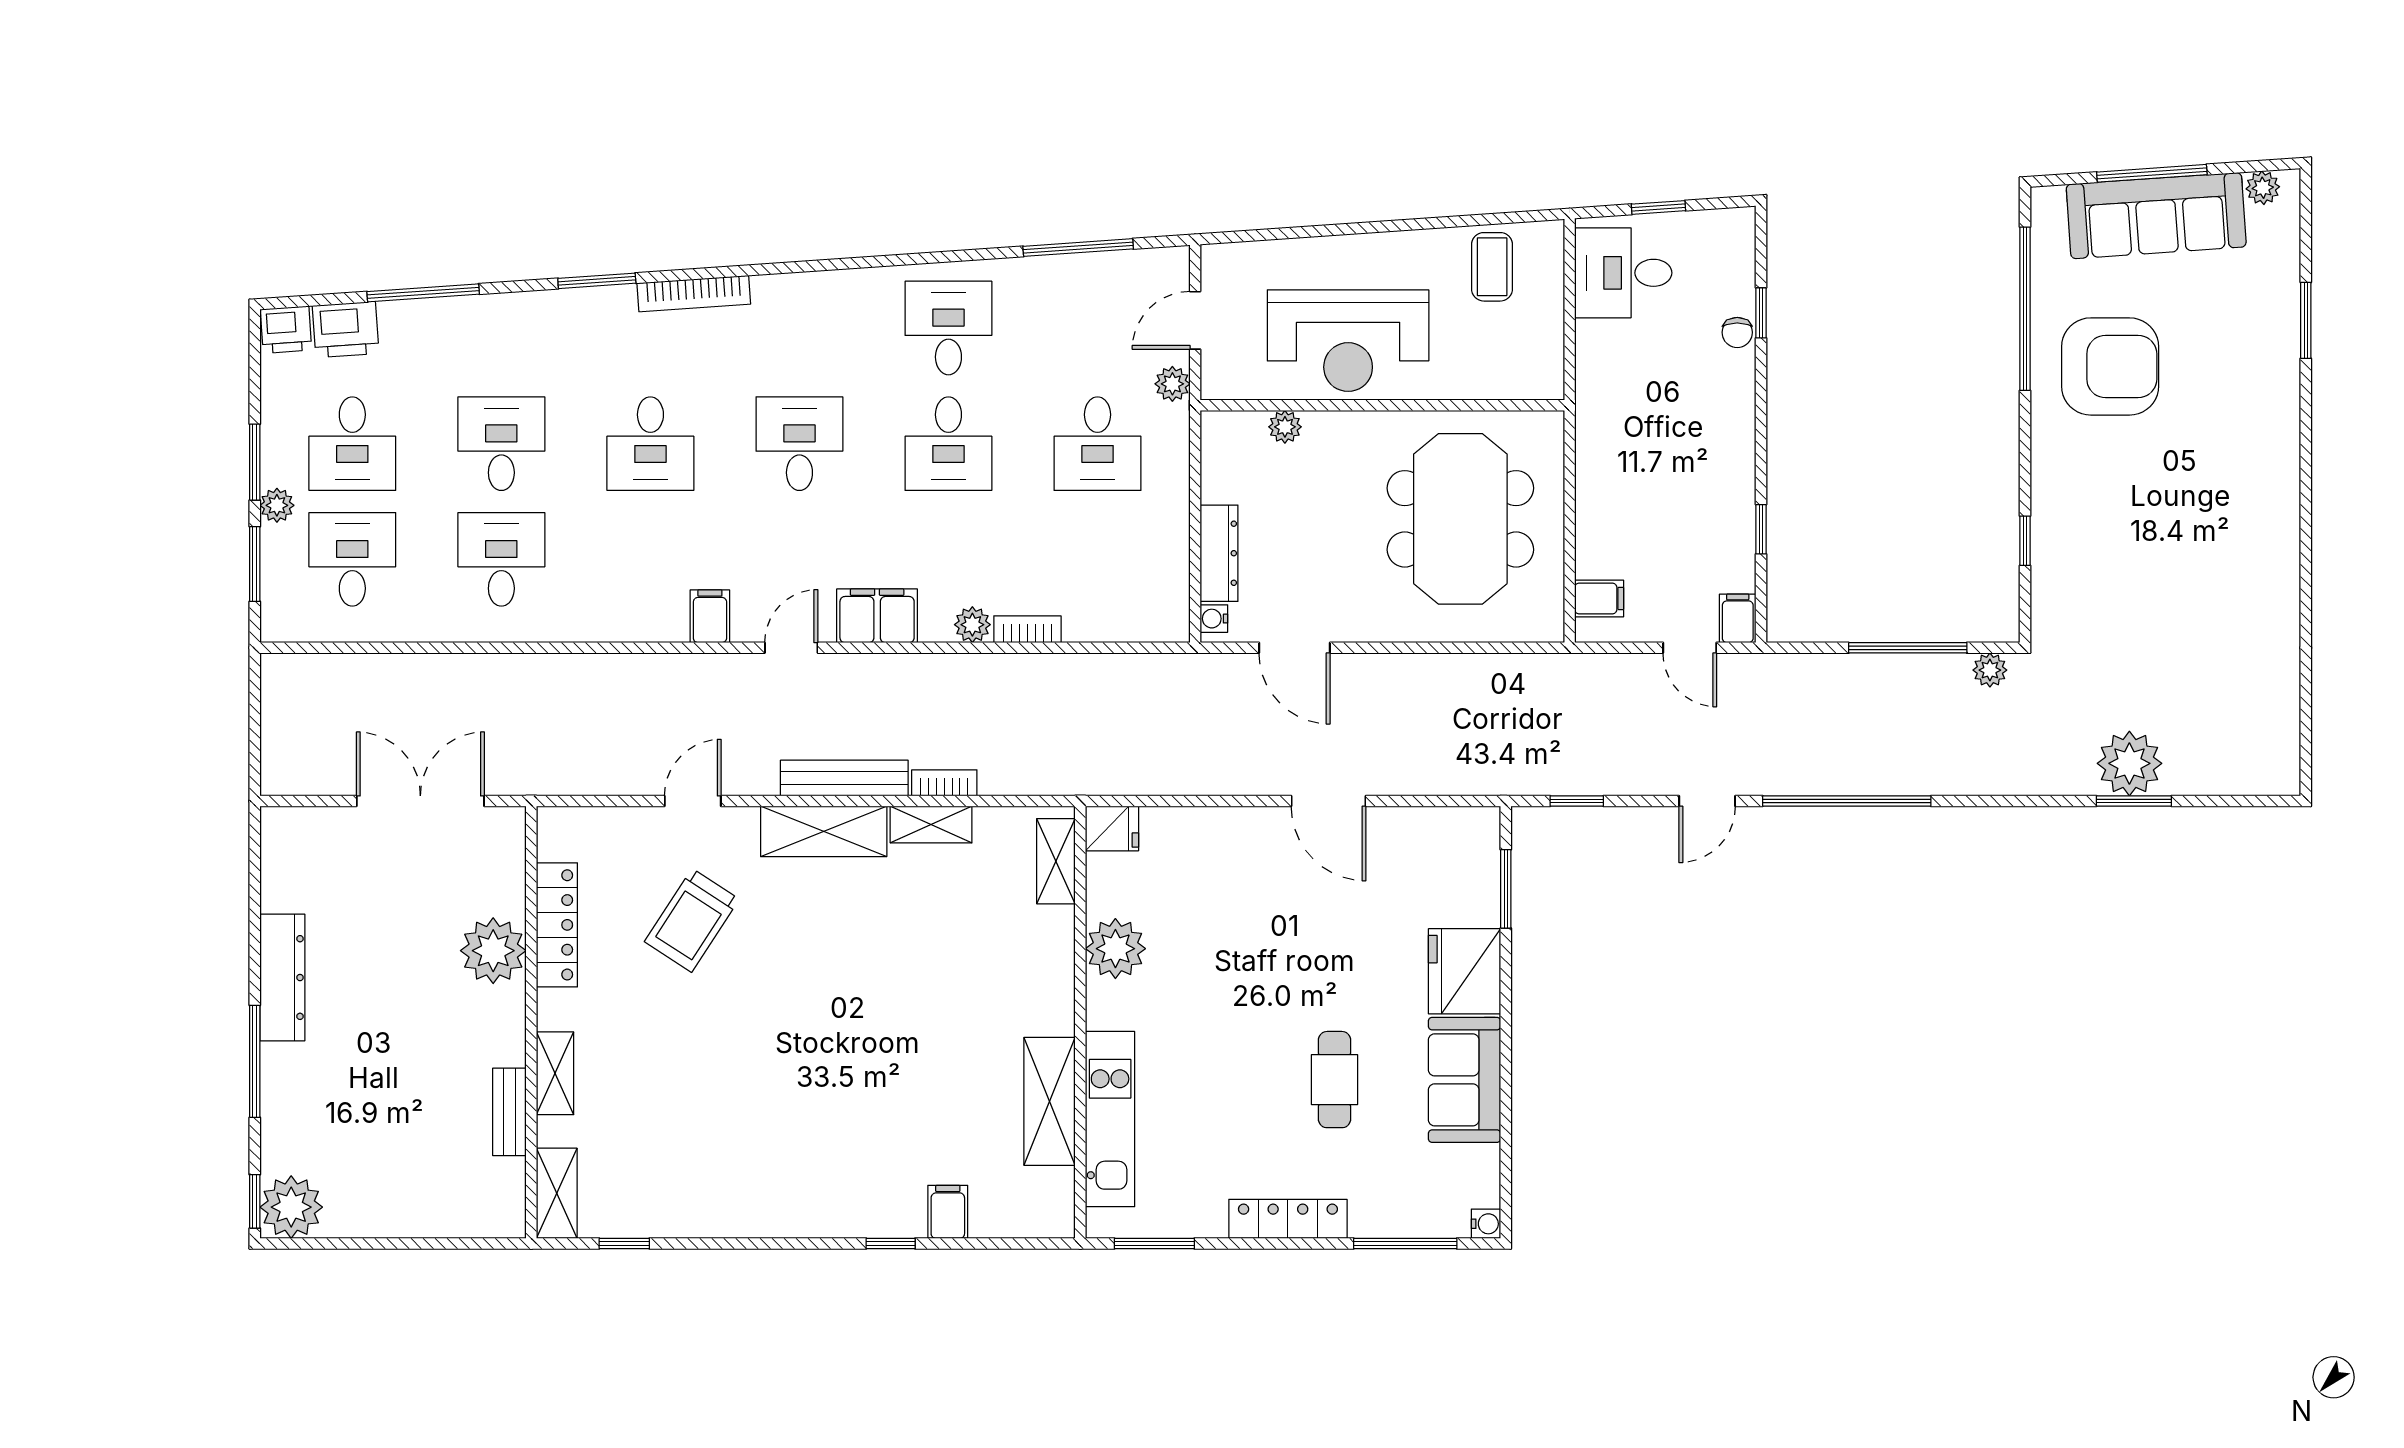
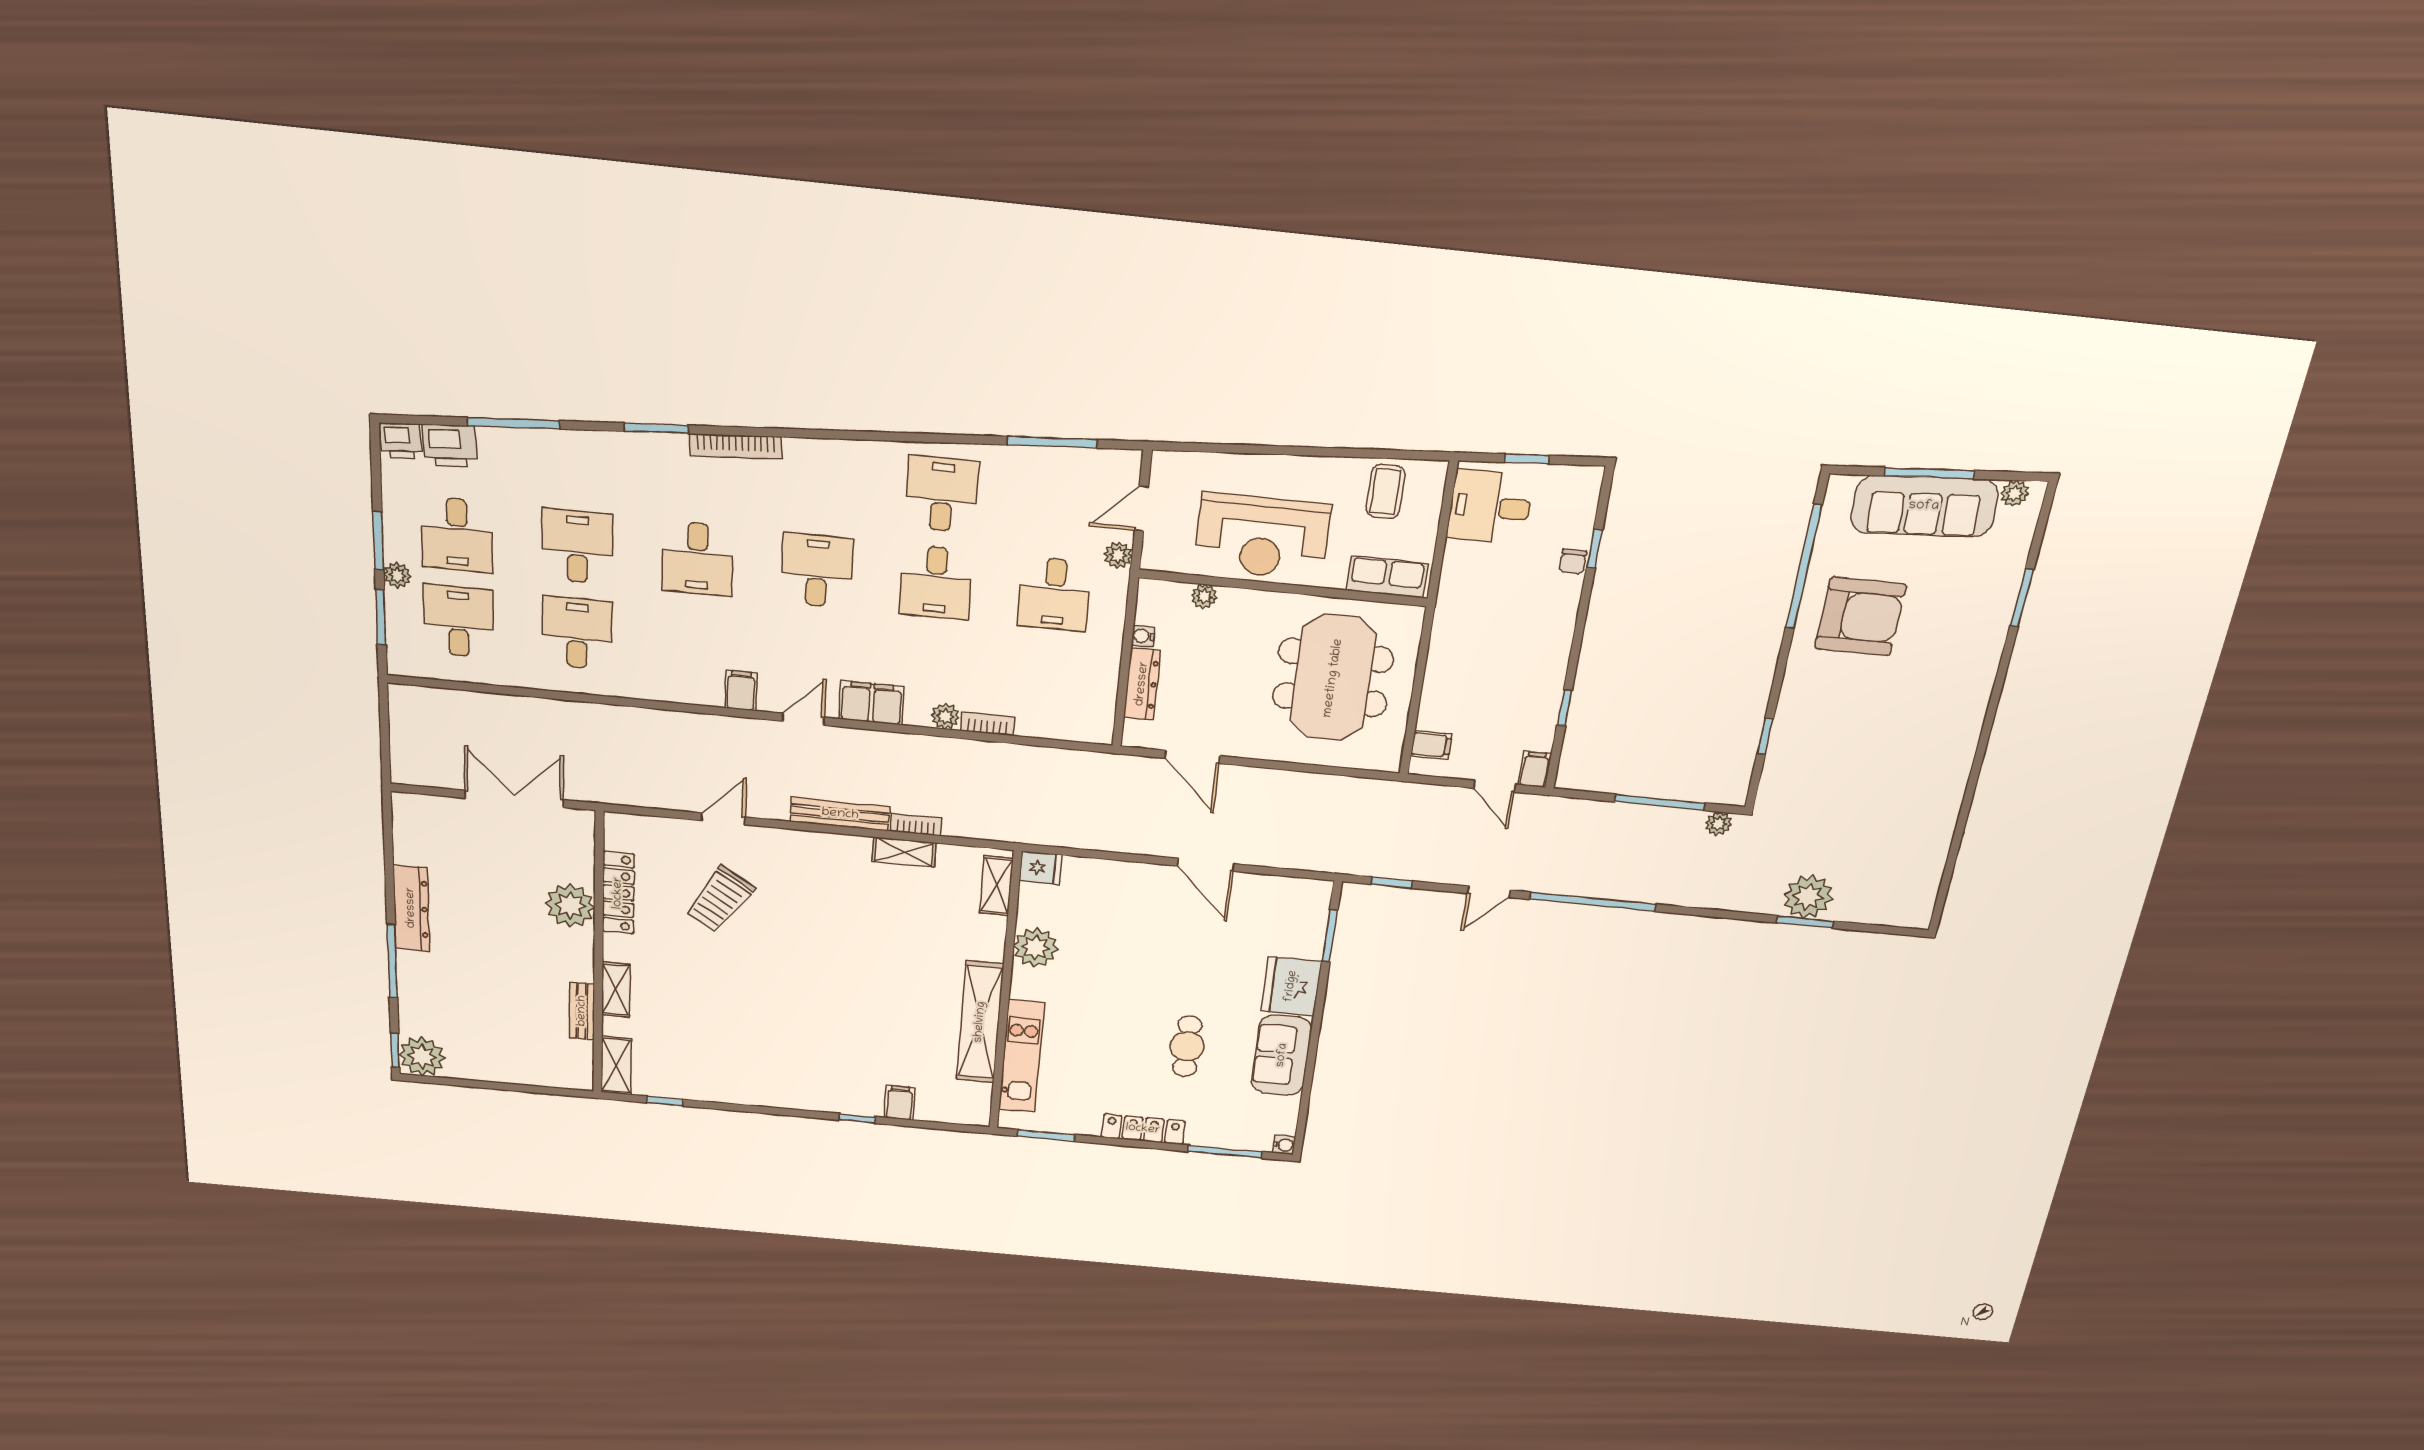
row of seats: (1510, 377) -> (1387, 577), added
water cooler: (1214, 619) -> (1143, 636), moved
shelving: (824, 831) -> (822, 849), removed
shelving: (1050, 1101) -> (980, 1022), width x1.47

